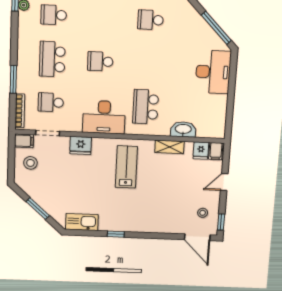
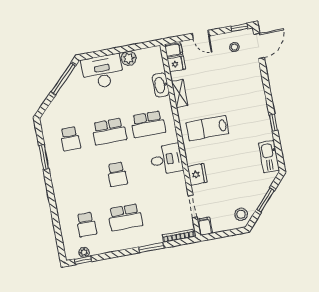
school desk: (51, 102) -> (109, 131), moved, width x1.85
plant: (220, 103) -> (129, 58), added
desk: (104, 117) -> (166, 159), width x0.73
stool: (30, 163) -> (241, 214), moved

